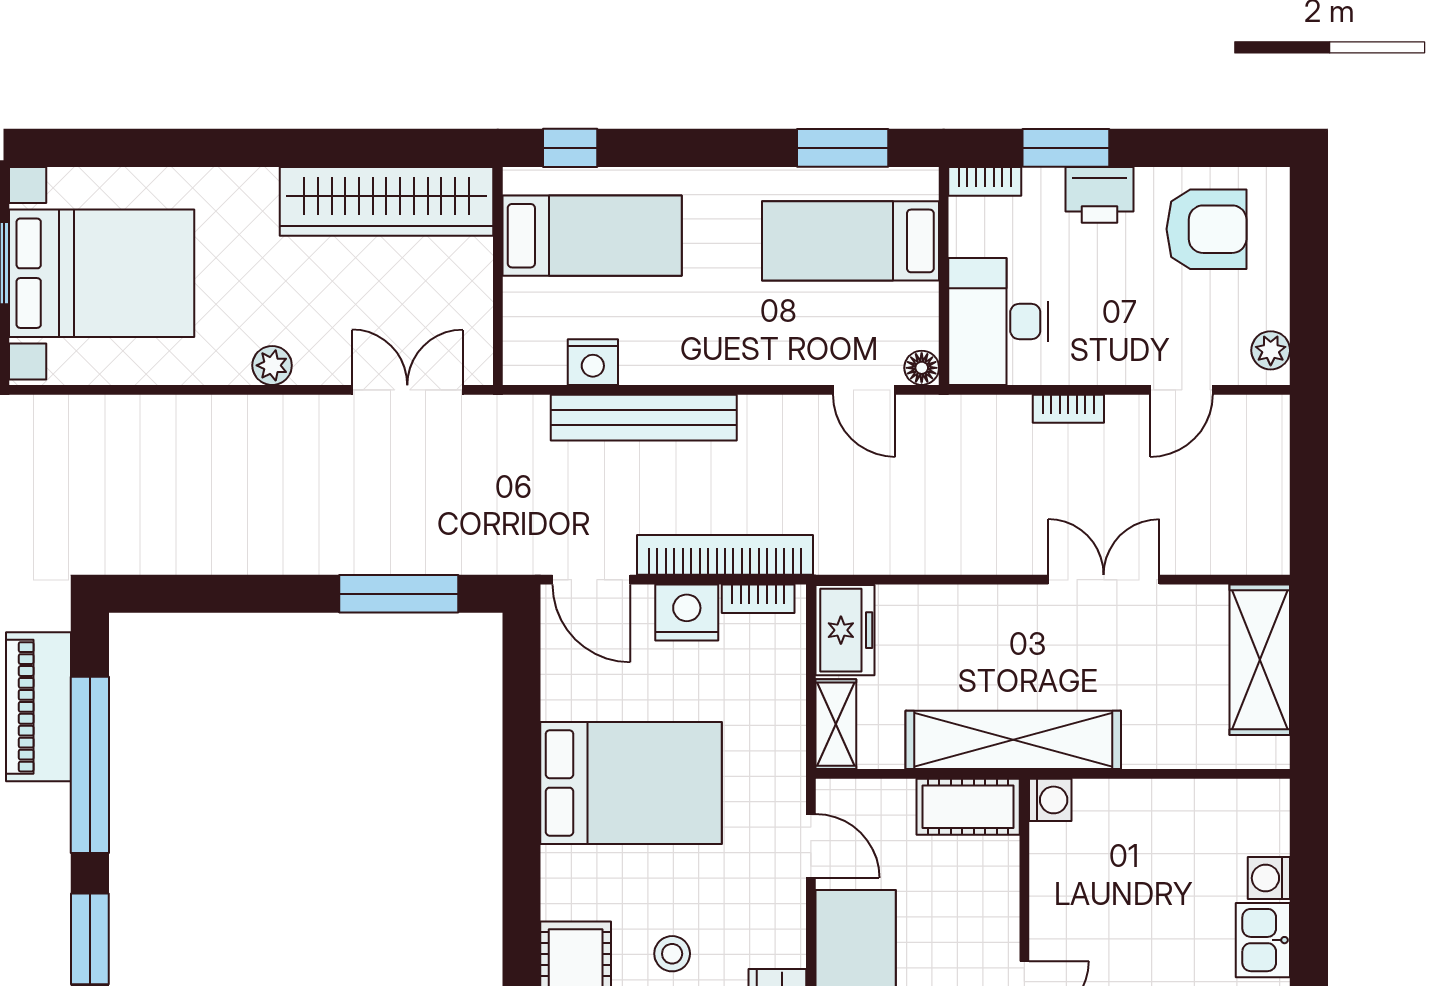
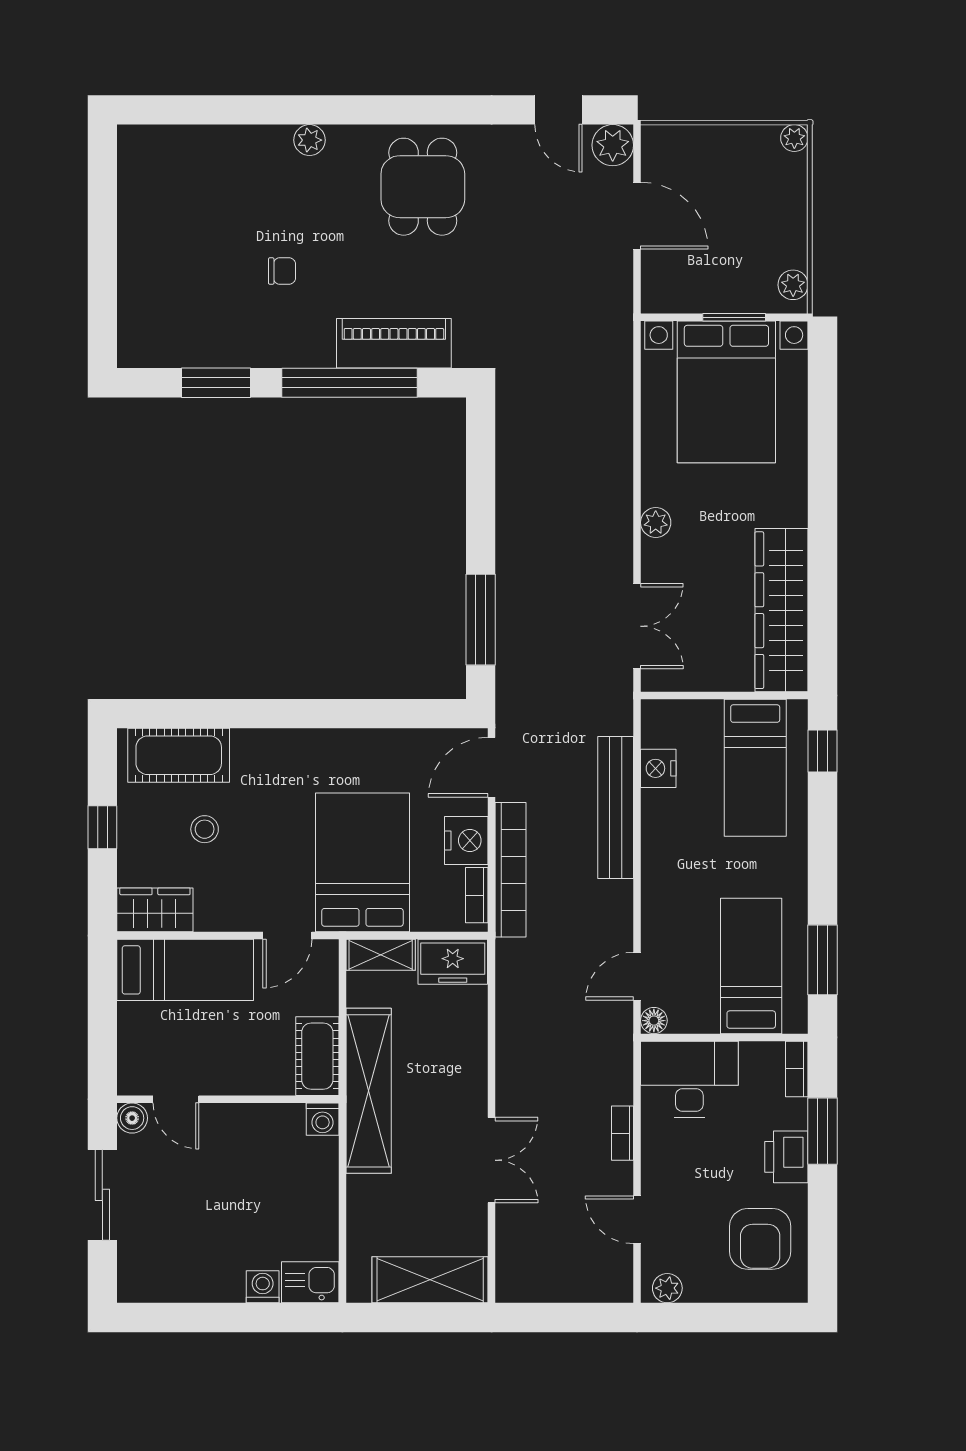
bed: (631, 783) -> (362, 862), moved, turned 180
kitchen sink: (1263, 940) -> (310, 1282), moved

